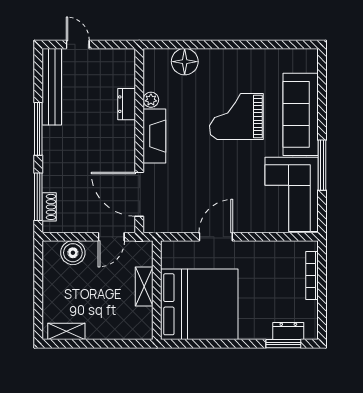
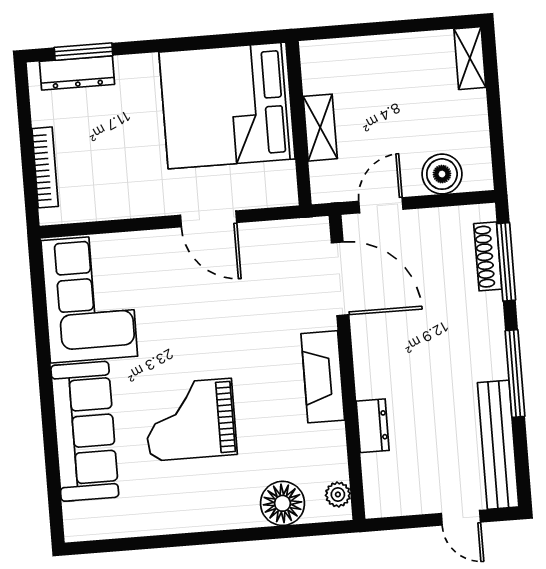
plant: (151, 100) -> (338, 494), moved
grand piano: (236, 116) -> (190, 420), turned 180
window: (322, 165) -> (43, 351), removed
shoe rack: (49, 207) -> (488, 256), width x1.43
door: (216, 237) -> (209, 219), hinge flipped
shelving: (66, 331) -> (470, 58), moved, turned 90
dresser: (288, 331) -> (77, 73), width x1.44

